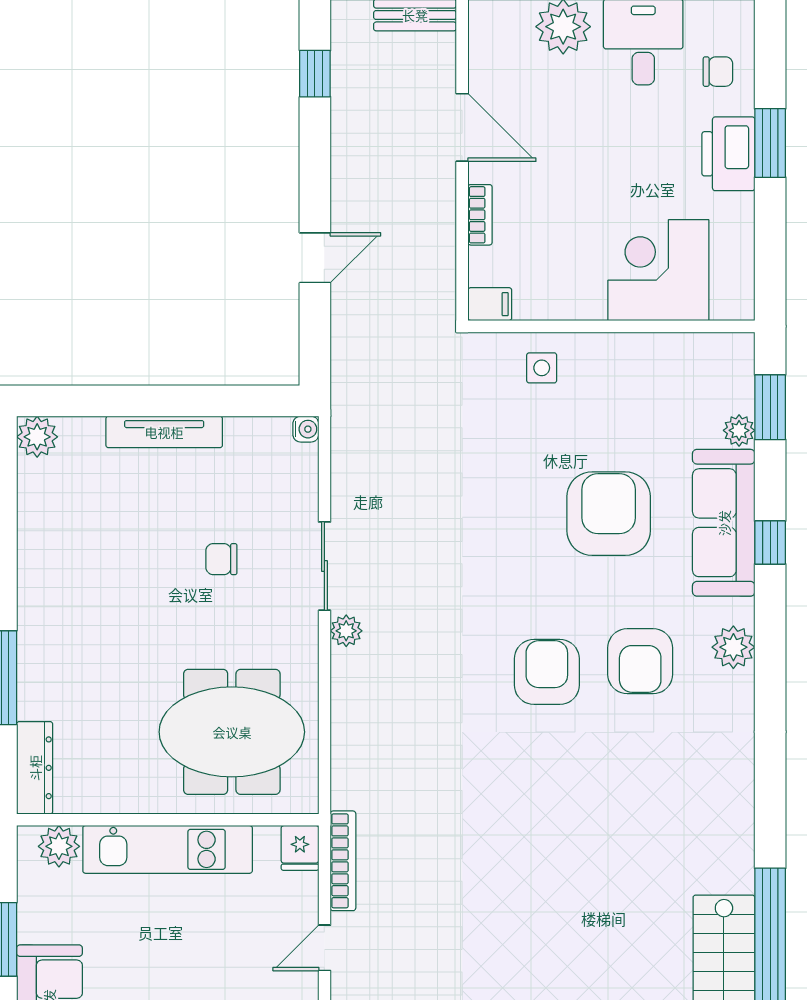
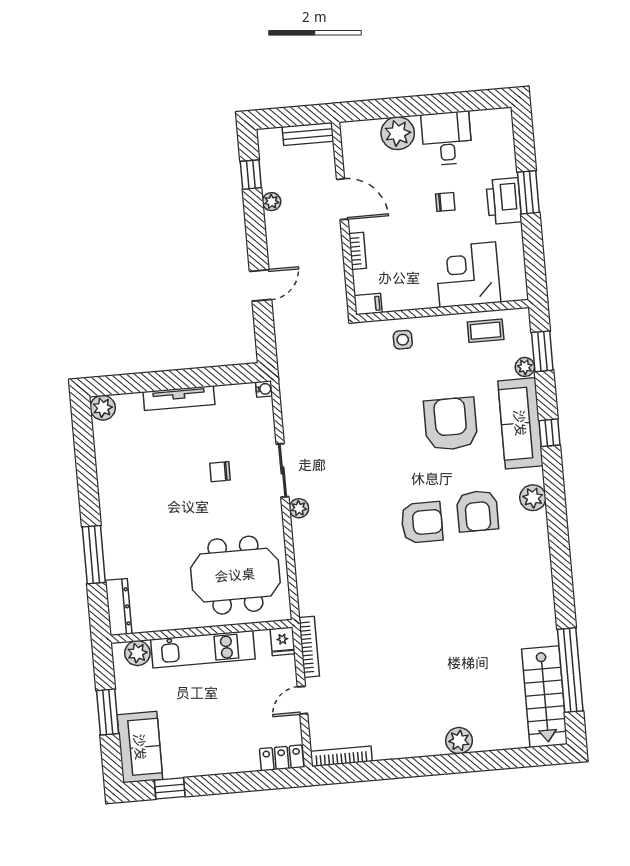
chair: (718, 72) -> (445, 202), moved
plant: (345, 121) -> (272, 202), added
coffee table: (680, 365) -> (486, 331), added
armchair: (547, 672) -> (422, 522), turned 90

